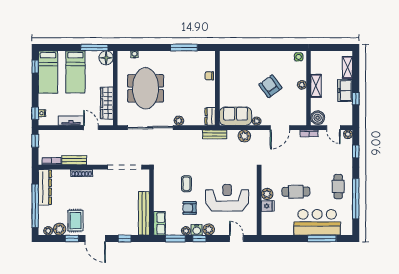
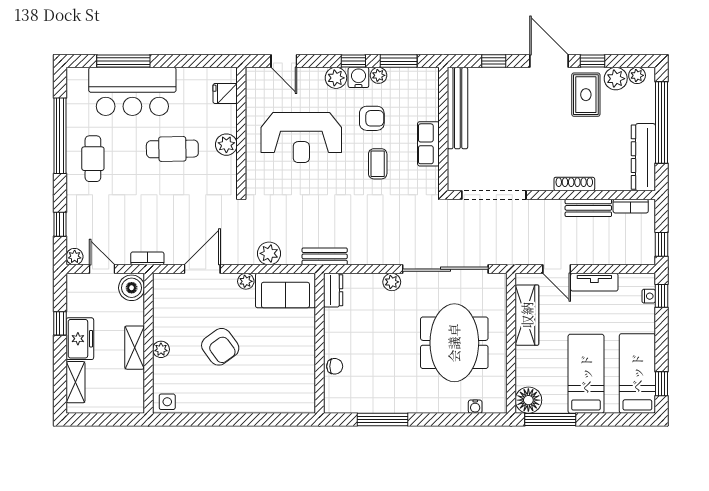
fridge: (268, 206) -> (225, 94), moved
row of seats: (159, 223) -> (428, 144), moved

